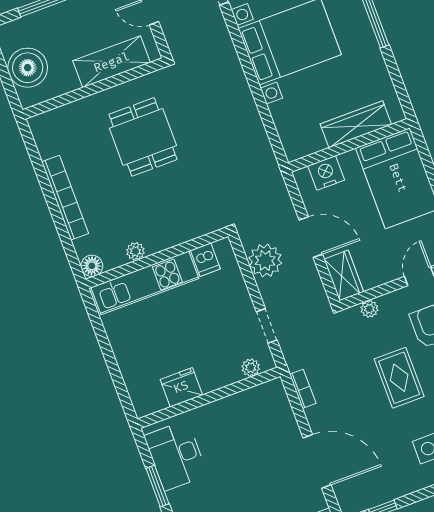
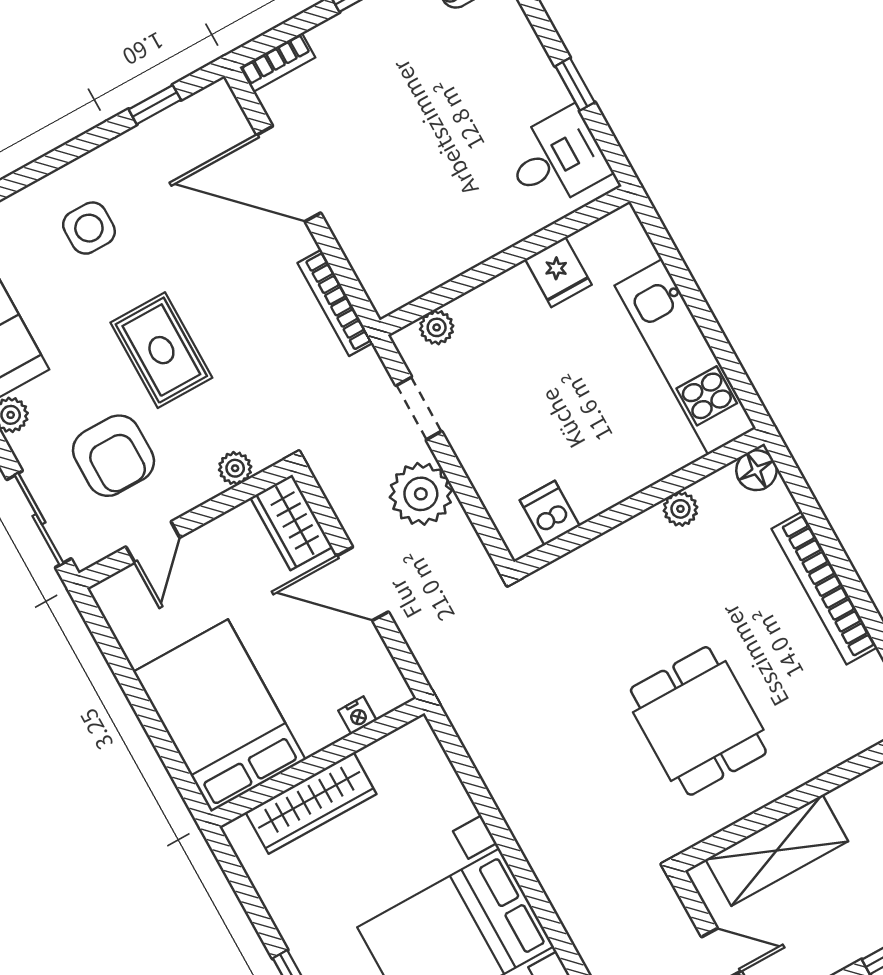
nightstand: (326, 173) -> (357, 715), width x0.53, depth x0.56
plant: (265, 261) -> (421, 494), moved
kitchen unit: (145, 283) -> (685, 357), moved, turned -90
fridge: (181, 387) -> (558, 272), width x0.72
bookcase: (303, 389) -> (335, 303), width x1.56
desk: (176, 455) -> (557, 159), width x0.73
window: (157, 486) -> (575, 84), width x0.67

